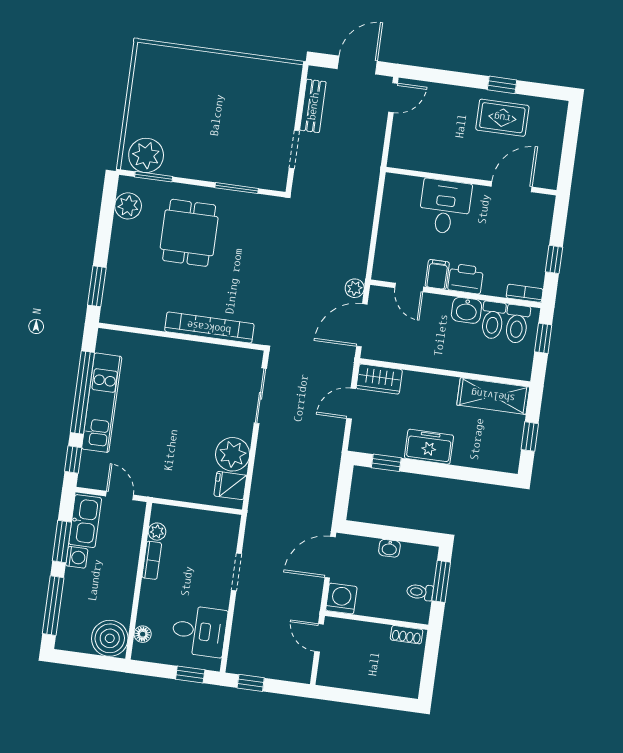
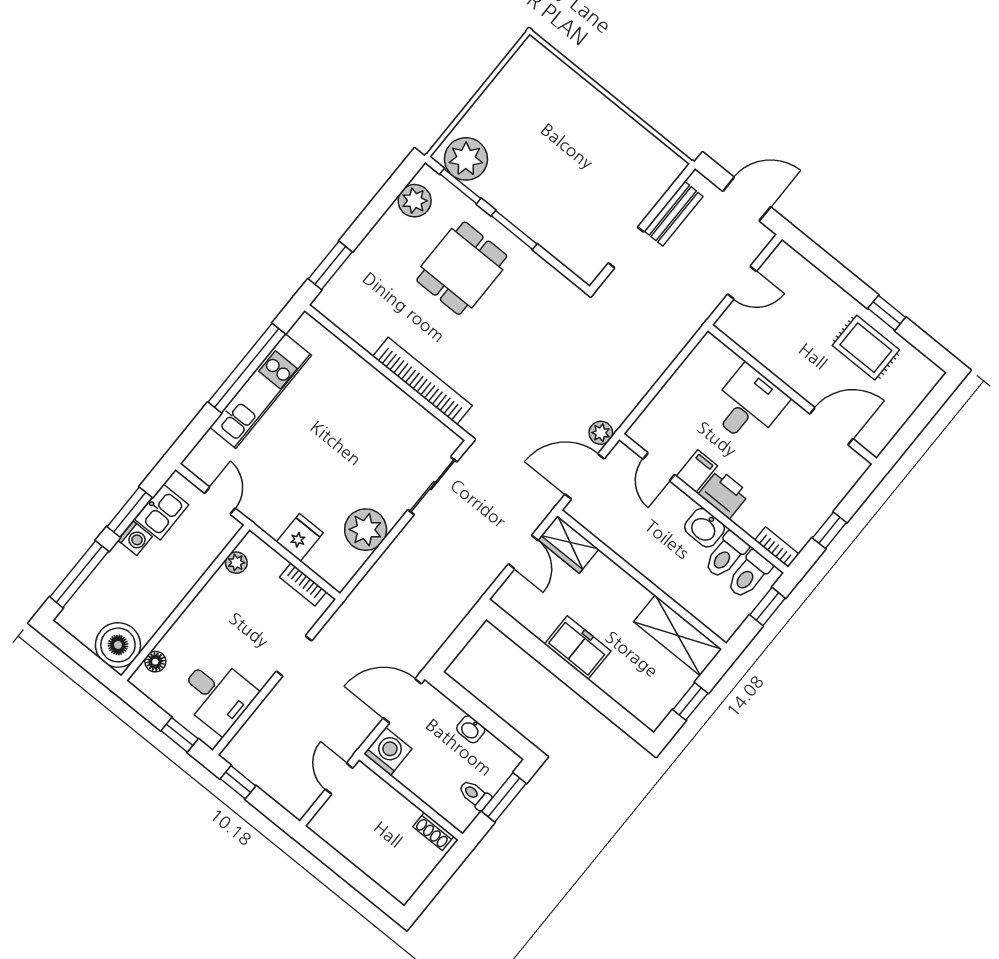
door: (393, 98) -> (742, 283), moved
window: (237, 188) -> (514, 230), moved
door: (351, 404) -> (523, 552), swing flipped
window: (73, 460) -> (194, 433), removed
window: (386, 463) -> (522, 637), removed
fridge: (230, 486) -> (300, 537), moved, turned 90
kitchen sink: (85, 521) -> (162, 512), width x0.73
bookcase: (152, 560) -> (303, 584), moved, turned 90

